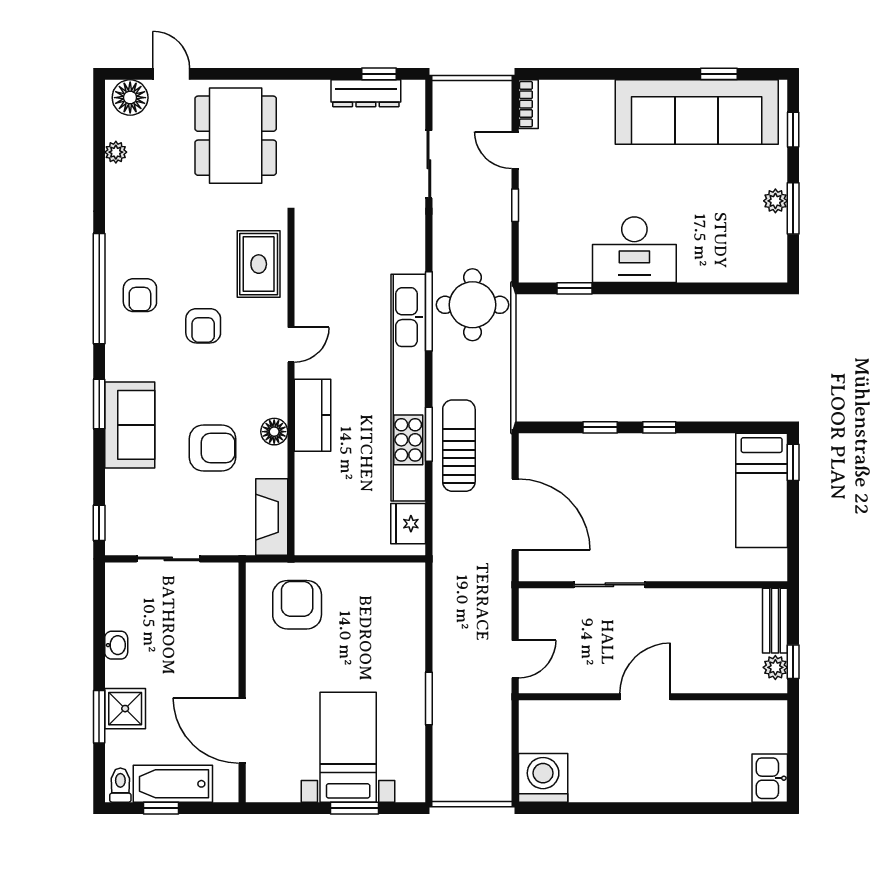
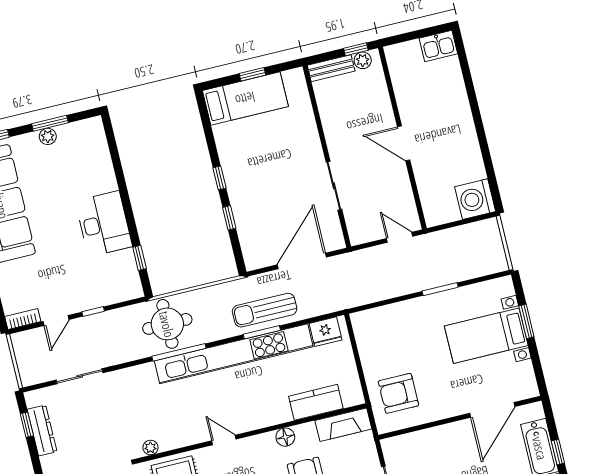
plant: (305, 239) -> (150, 448), added
kitchen counter: (313, 415) -> (316, 402), moved
window: (793, 462) -> (252, 74), moved

